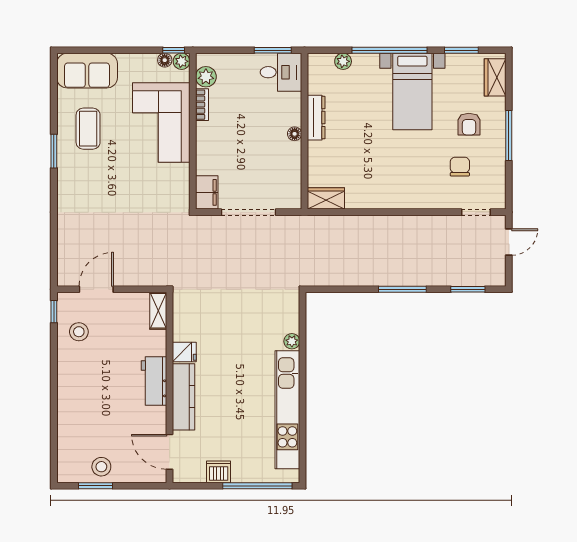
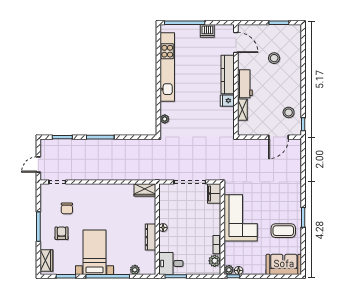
corner sofa: (161, 122) -> (241, 218), moved
coffee table: (88, 129) -> (283, 231), turned 90
shelving: (158, 311) -> (242, 110), moved
plant: (292, 341) -> (165, 119), moved
stool: (101, 467) -> (274, 58), moved

